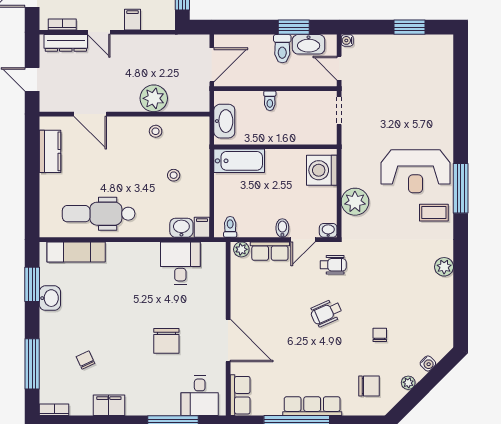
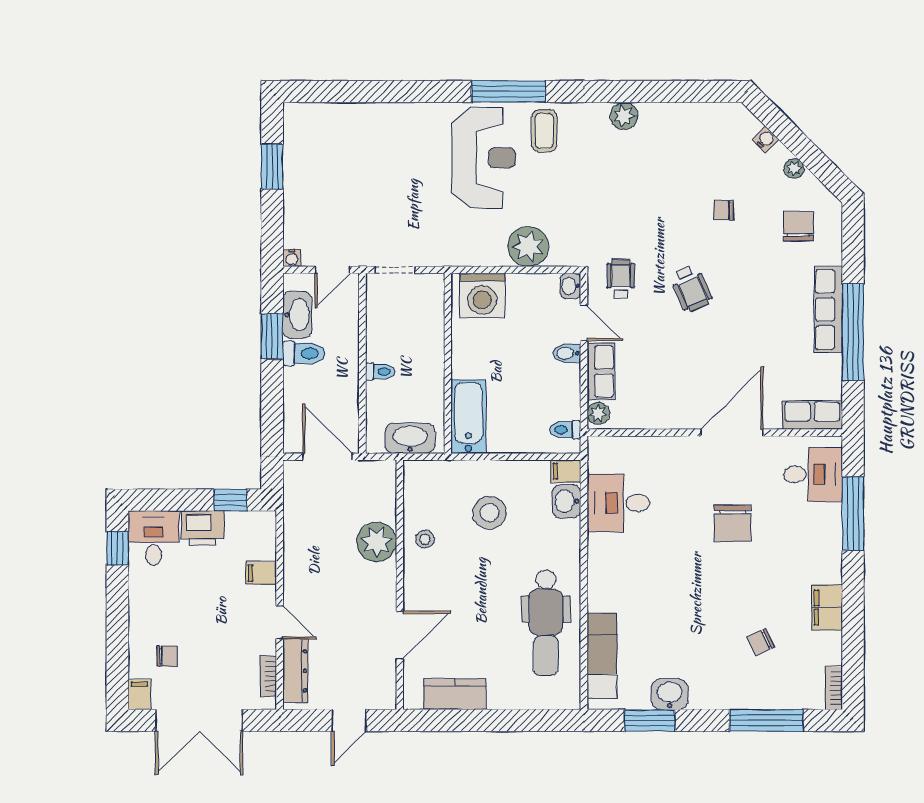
door: (99, 32) -> (280, 622), hinge flipped
stool: (174, 175) -> (489, 513), width x1.89, depth x1.89
chair: (166, 341) -> (732, 523), turned 90

